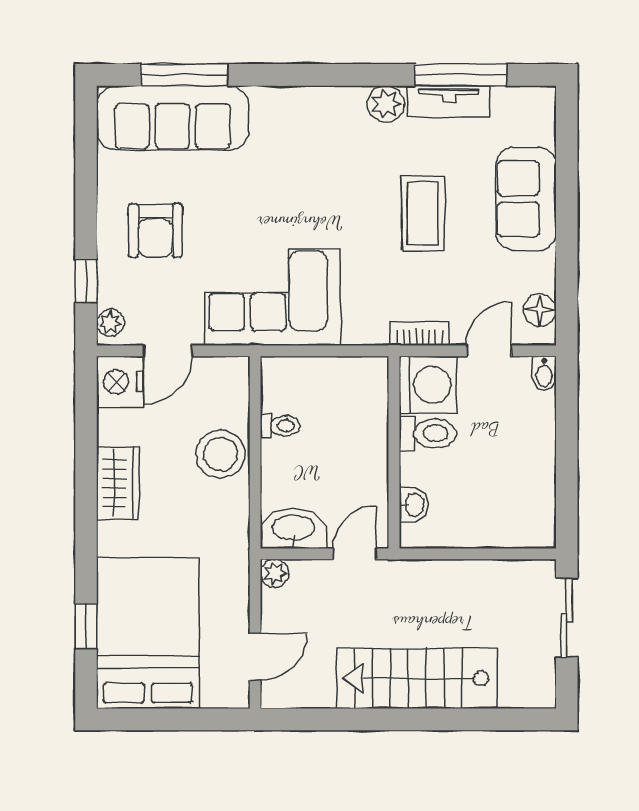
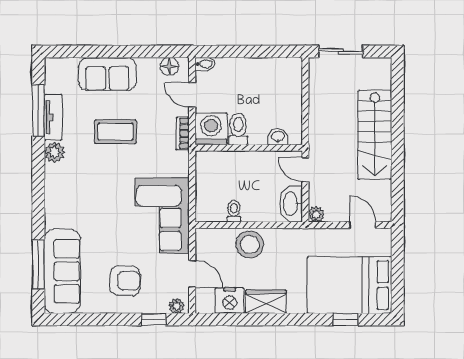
nightstand: (120, 382) -> (230, 301), moved

